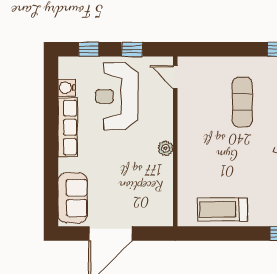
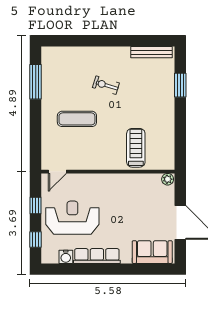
reception desk: (117, 96) -> (72, 218), turned 180
plant: (166, 148) -> (168, 179), moved
treadmill: (222, 209) -> (136, 148), moved, turned 180

